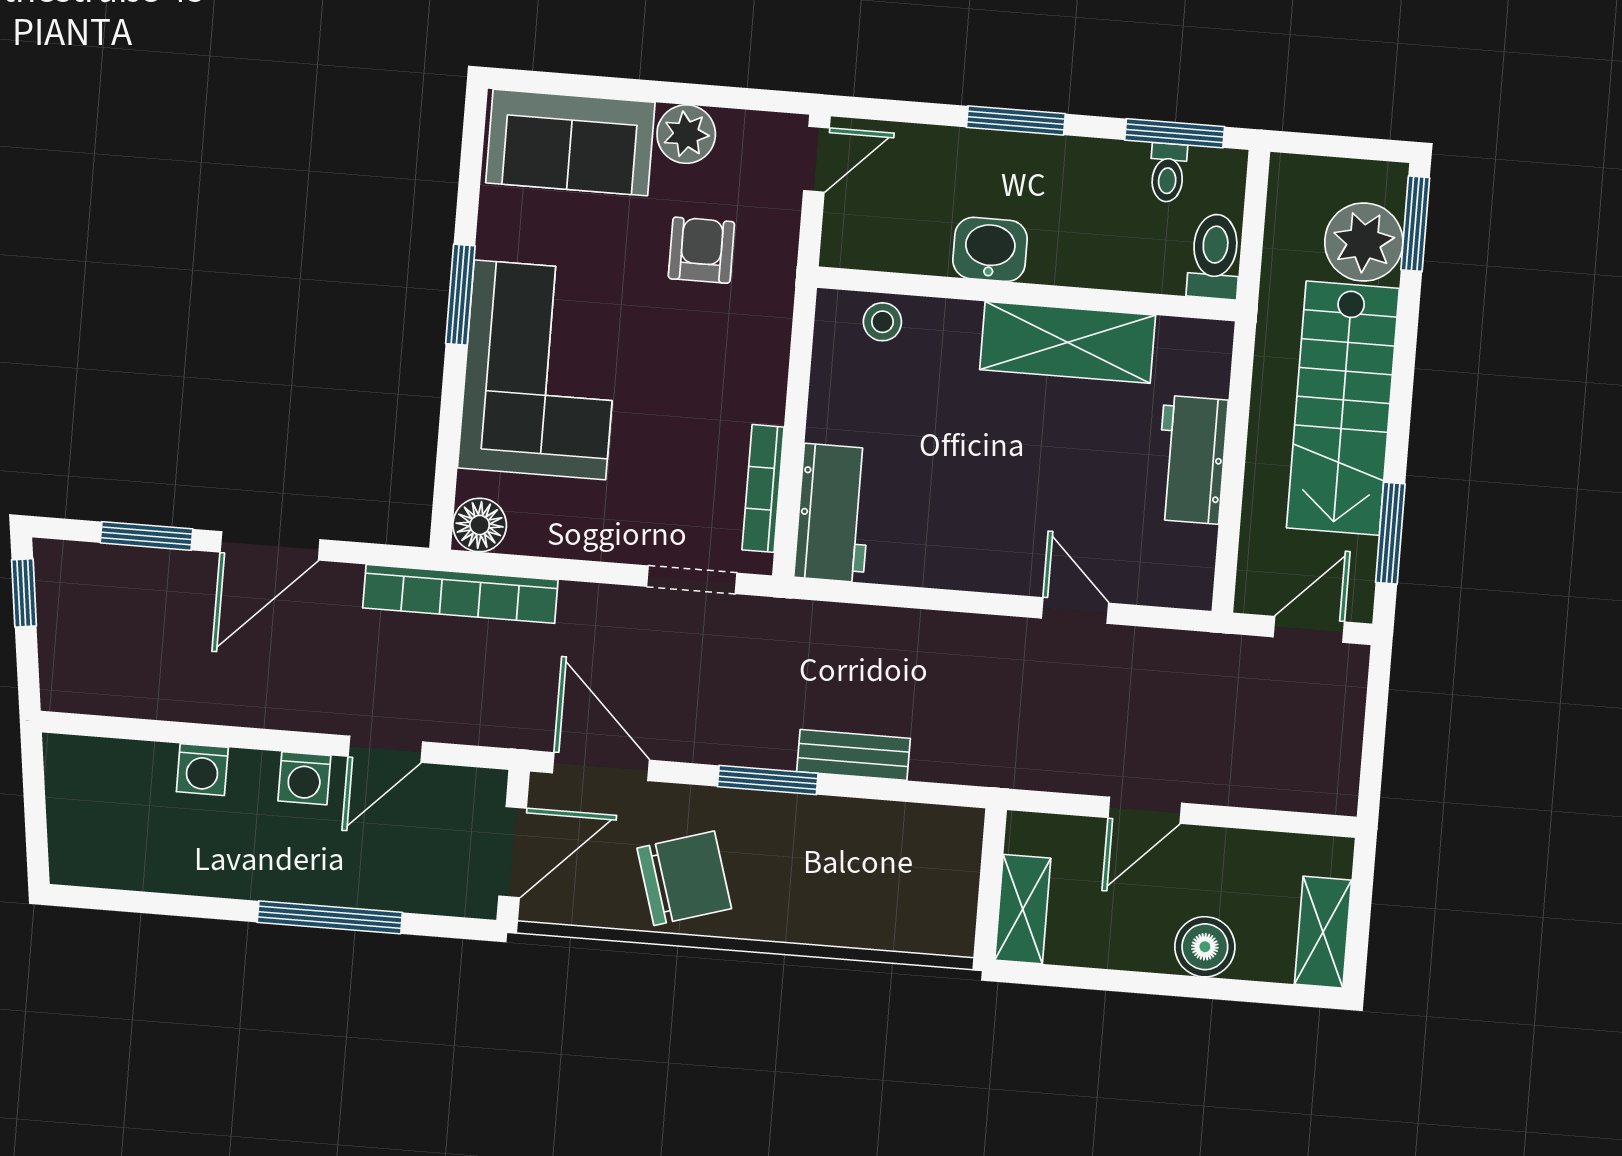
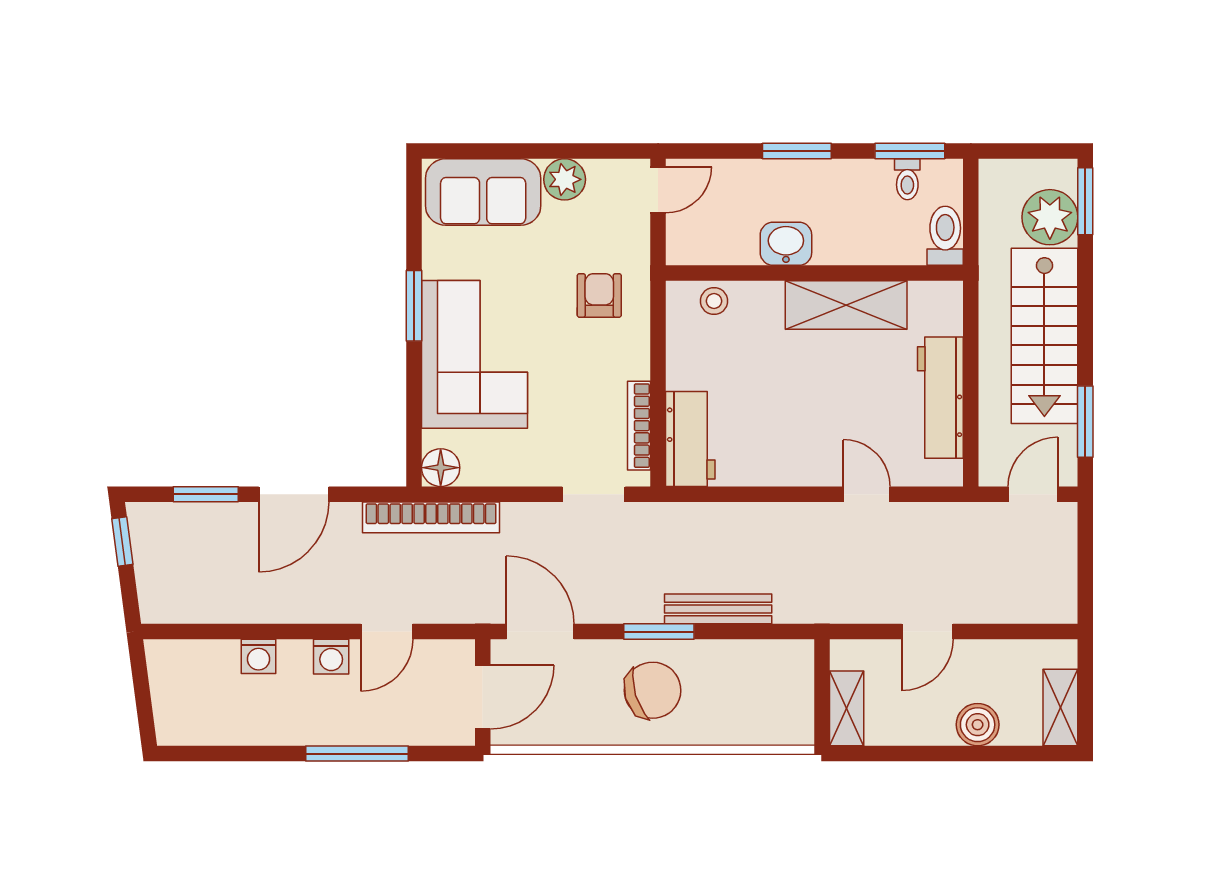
armchair: (701, 250) -> (599, 295), moved
workbench: (1191, 460) -> (940, 398), width x1.38
bench: (853, 755) -> (718, 609), width x1.36
chair: (684, 878) -> (653, 690), moved

